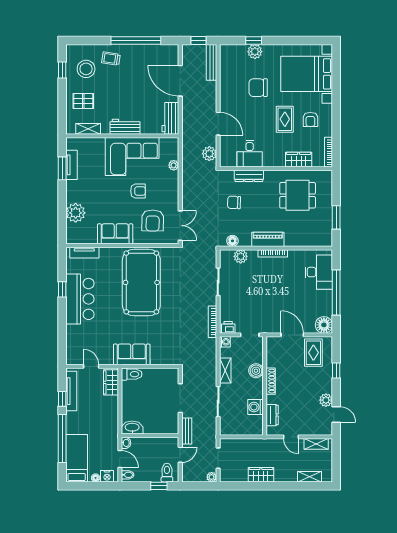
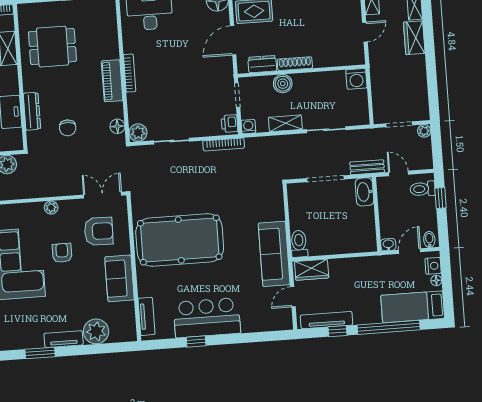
tv unit: (72, 165) -> (64, 339), moved
plant: (174, 165) -> (51, 208), moved
dining table: (298, 195) -> (52, 47), turned 90
plant: (241, 256) -> (138, 133), moved
sofa: (132, 354) -> (274, 254), width x1.36
washing machine: (255, 407) -> (356, 79), moved
dresser: (272, 415) -> (262, 64), moved
washbasin: (132, 428) -> (364, 192), moved
wardrobe: (261, 475) -> (414, 38), moved

